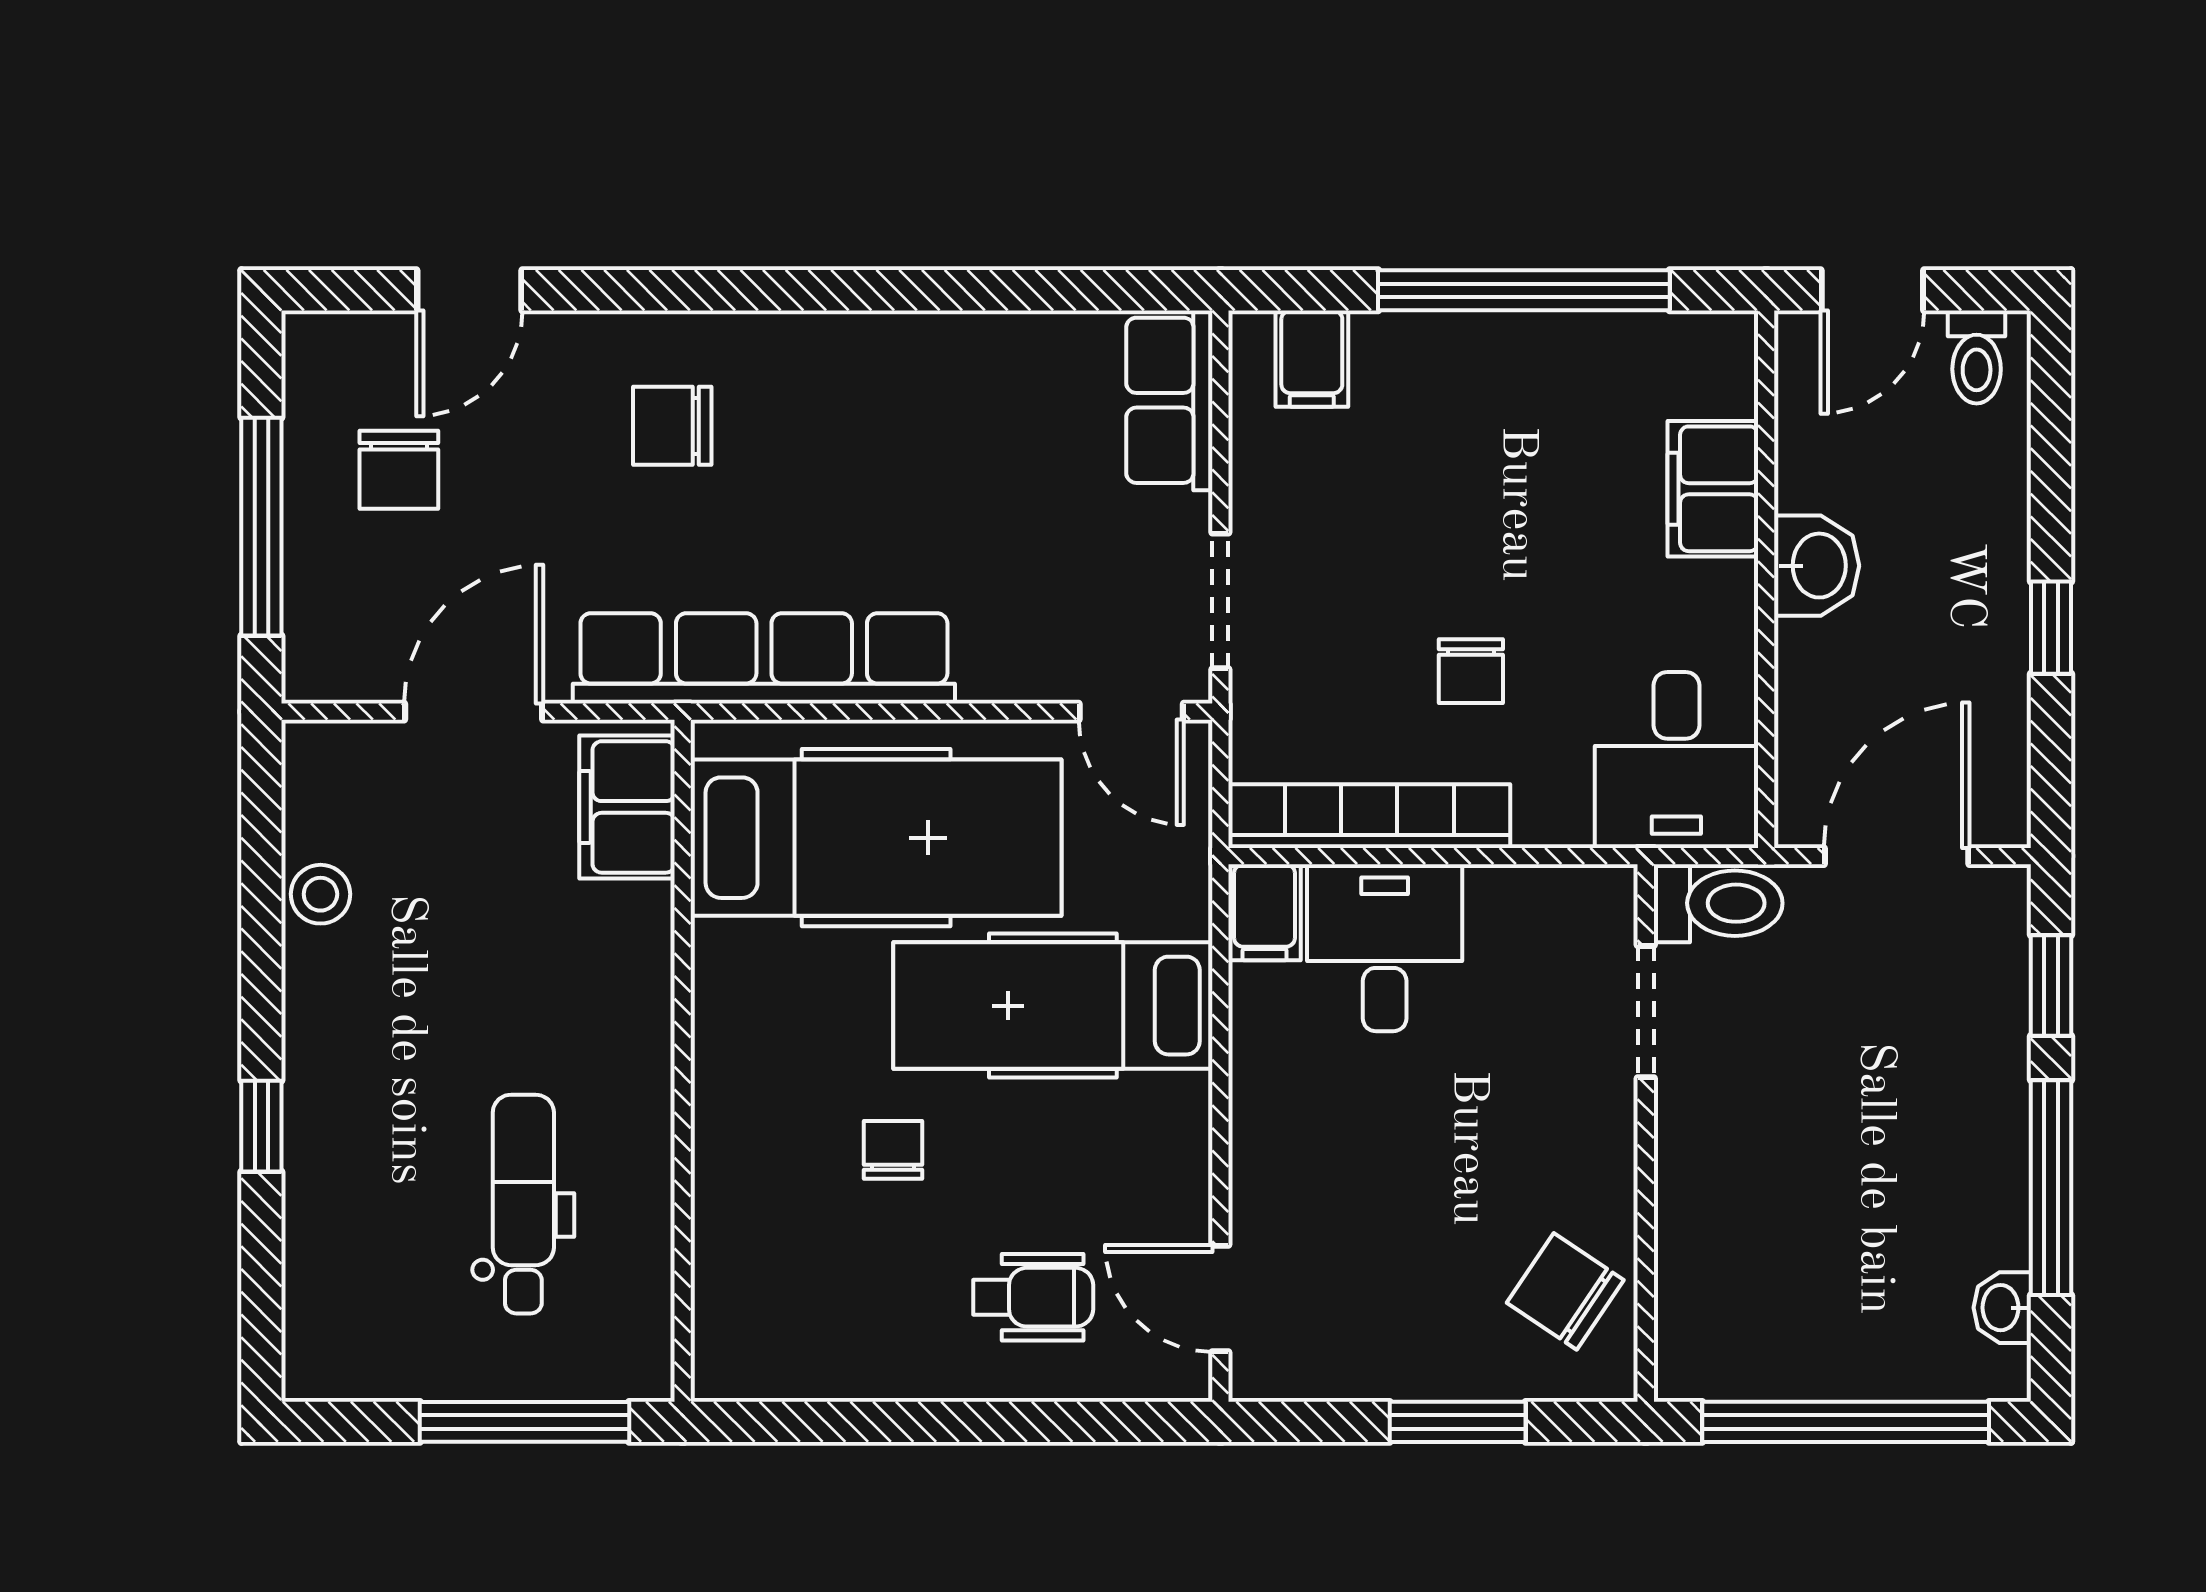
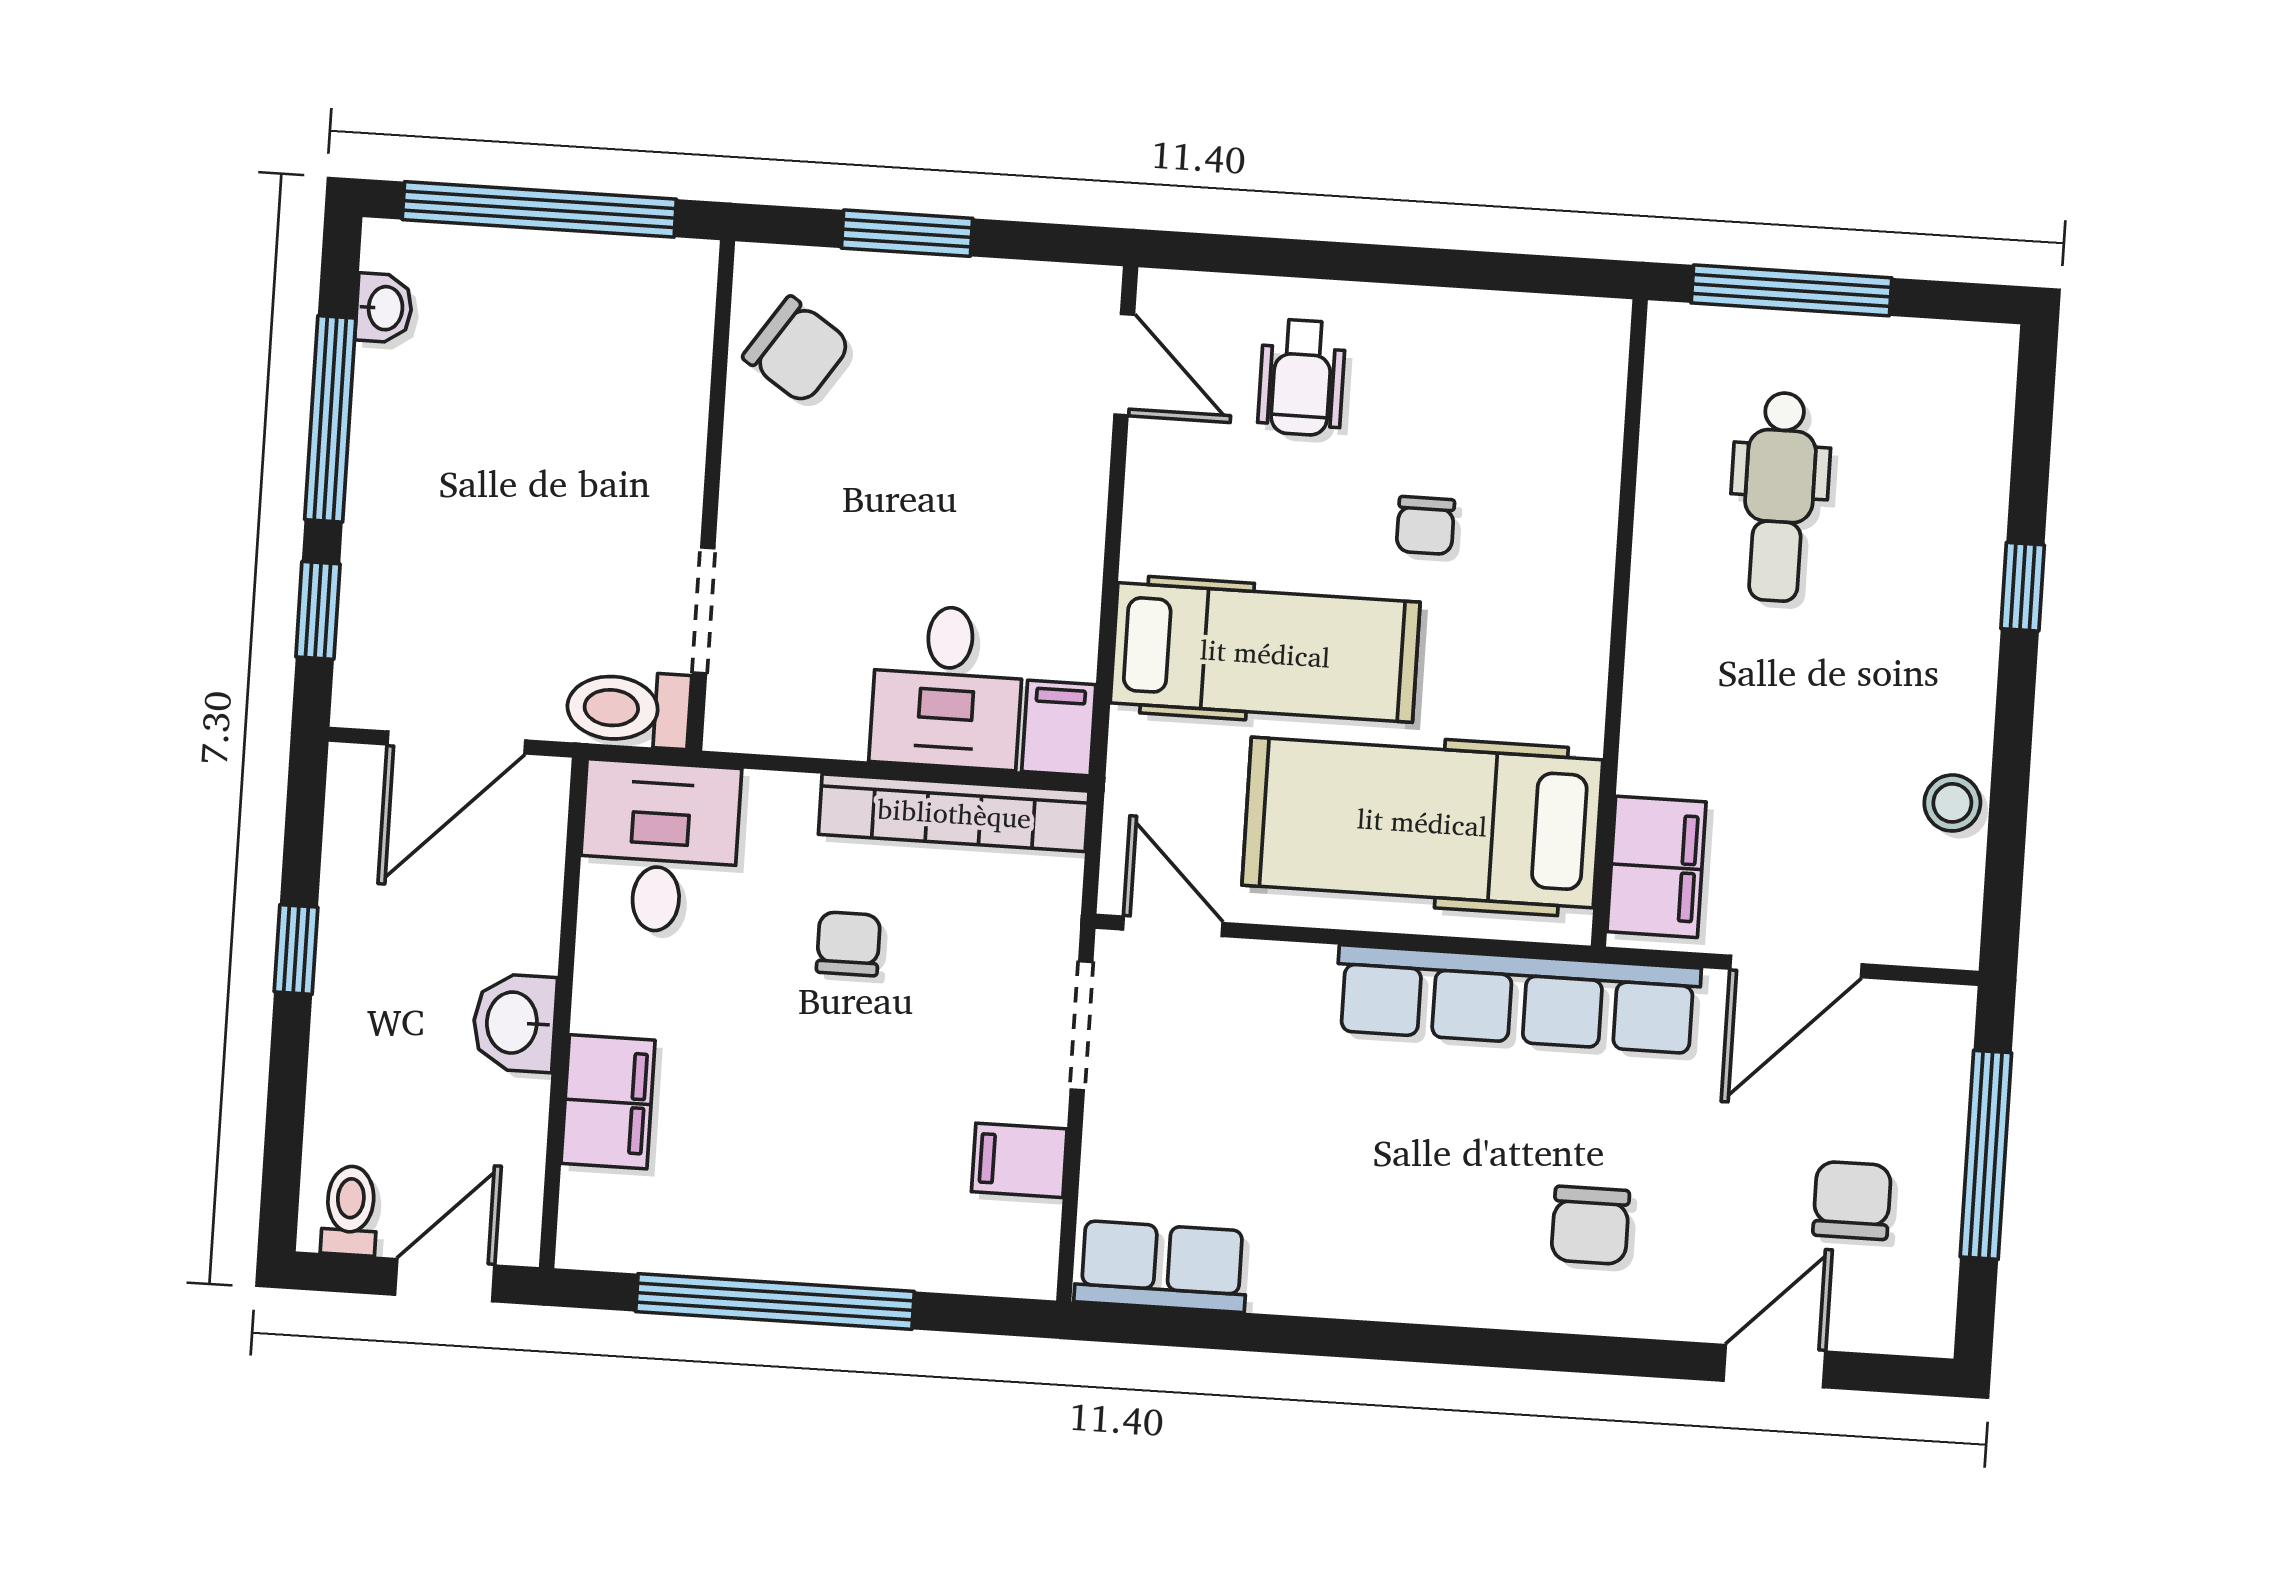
filing cabinet: (1312, 359) -> (1019, 1160), moved, turned -90
row of seats: (1169, 400) -> (1162, 1266), moved, turned -90
chair: (672, 426) -> (1590, 1225), turned 90
wheelchair: (1033, 1297) -> (1302, 377), turned -90

